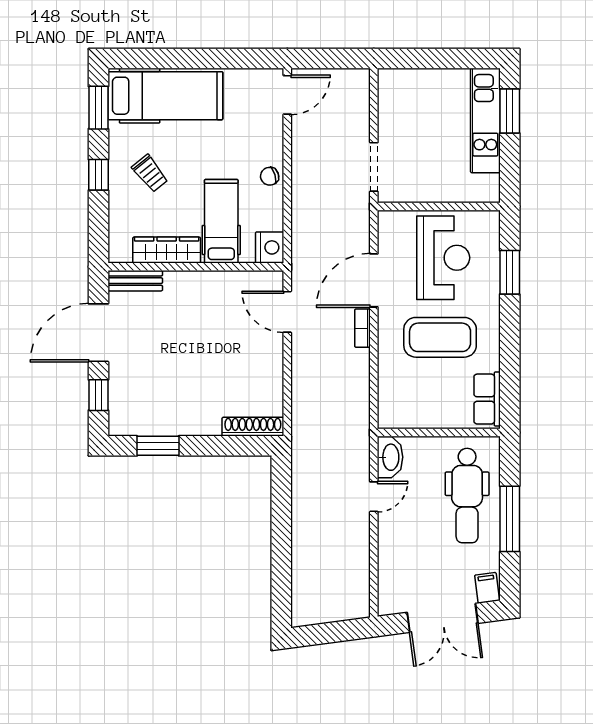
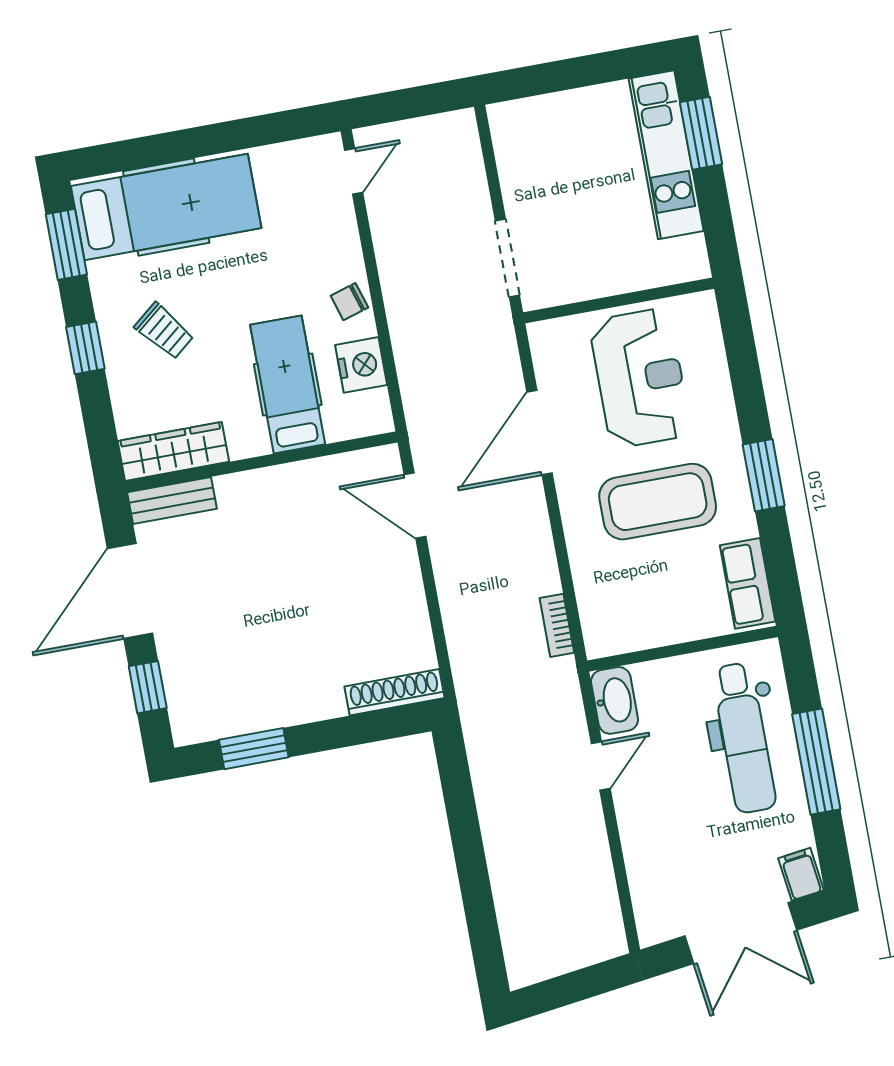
door: (287, 95) -> (354, 171), width x0.73
nightstand: (270, 247) -> (361, 365), moved
wardrobe: (167, 250) -> (173, 451), moved
window: (510, 272) -> (764, 475), moved
bookcase: (363, 328) -> (557, 625), moved

